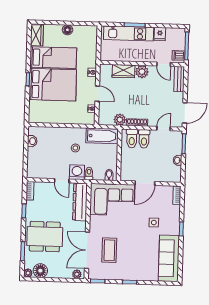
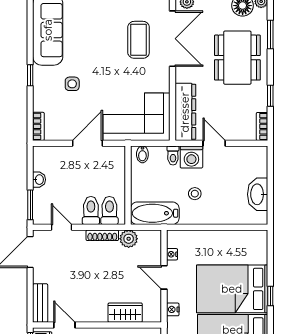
plant: (142, 72) -> (97, 313), removed
door: (164, 128) -> (62, 227), swing flipped
washbasin: (32, 141) -> (258, 194), width x1.91, depth x1.45
dining table: (45, 237) -> (237, 58), turned 90

